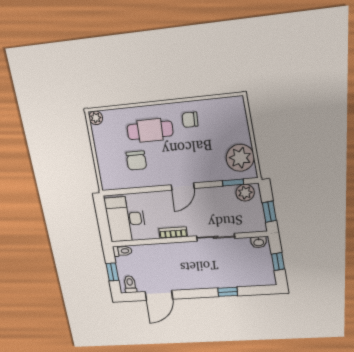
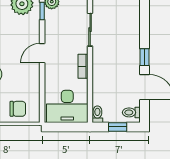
chair: (136, 161) -> (18, 109), moved
door: (183, 187) -> (42, 53), swing flipped
window: (228, 292) -> (145, 57), moved

